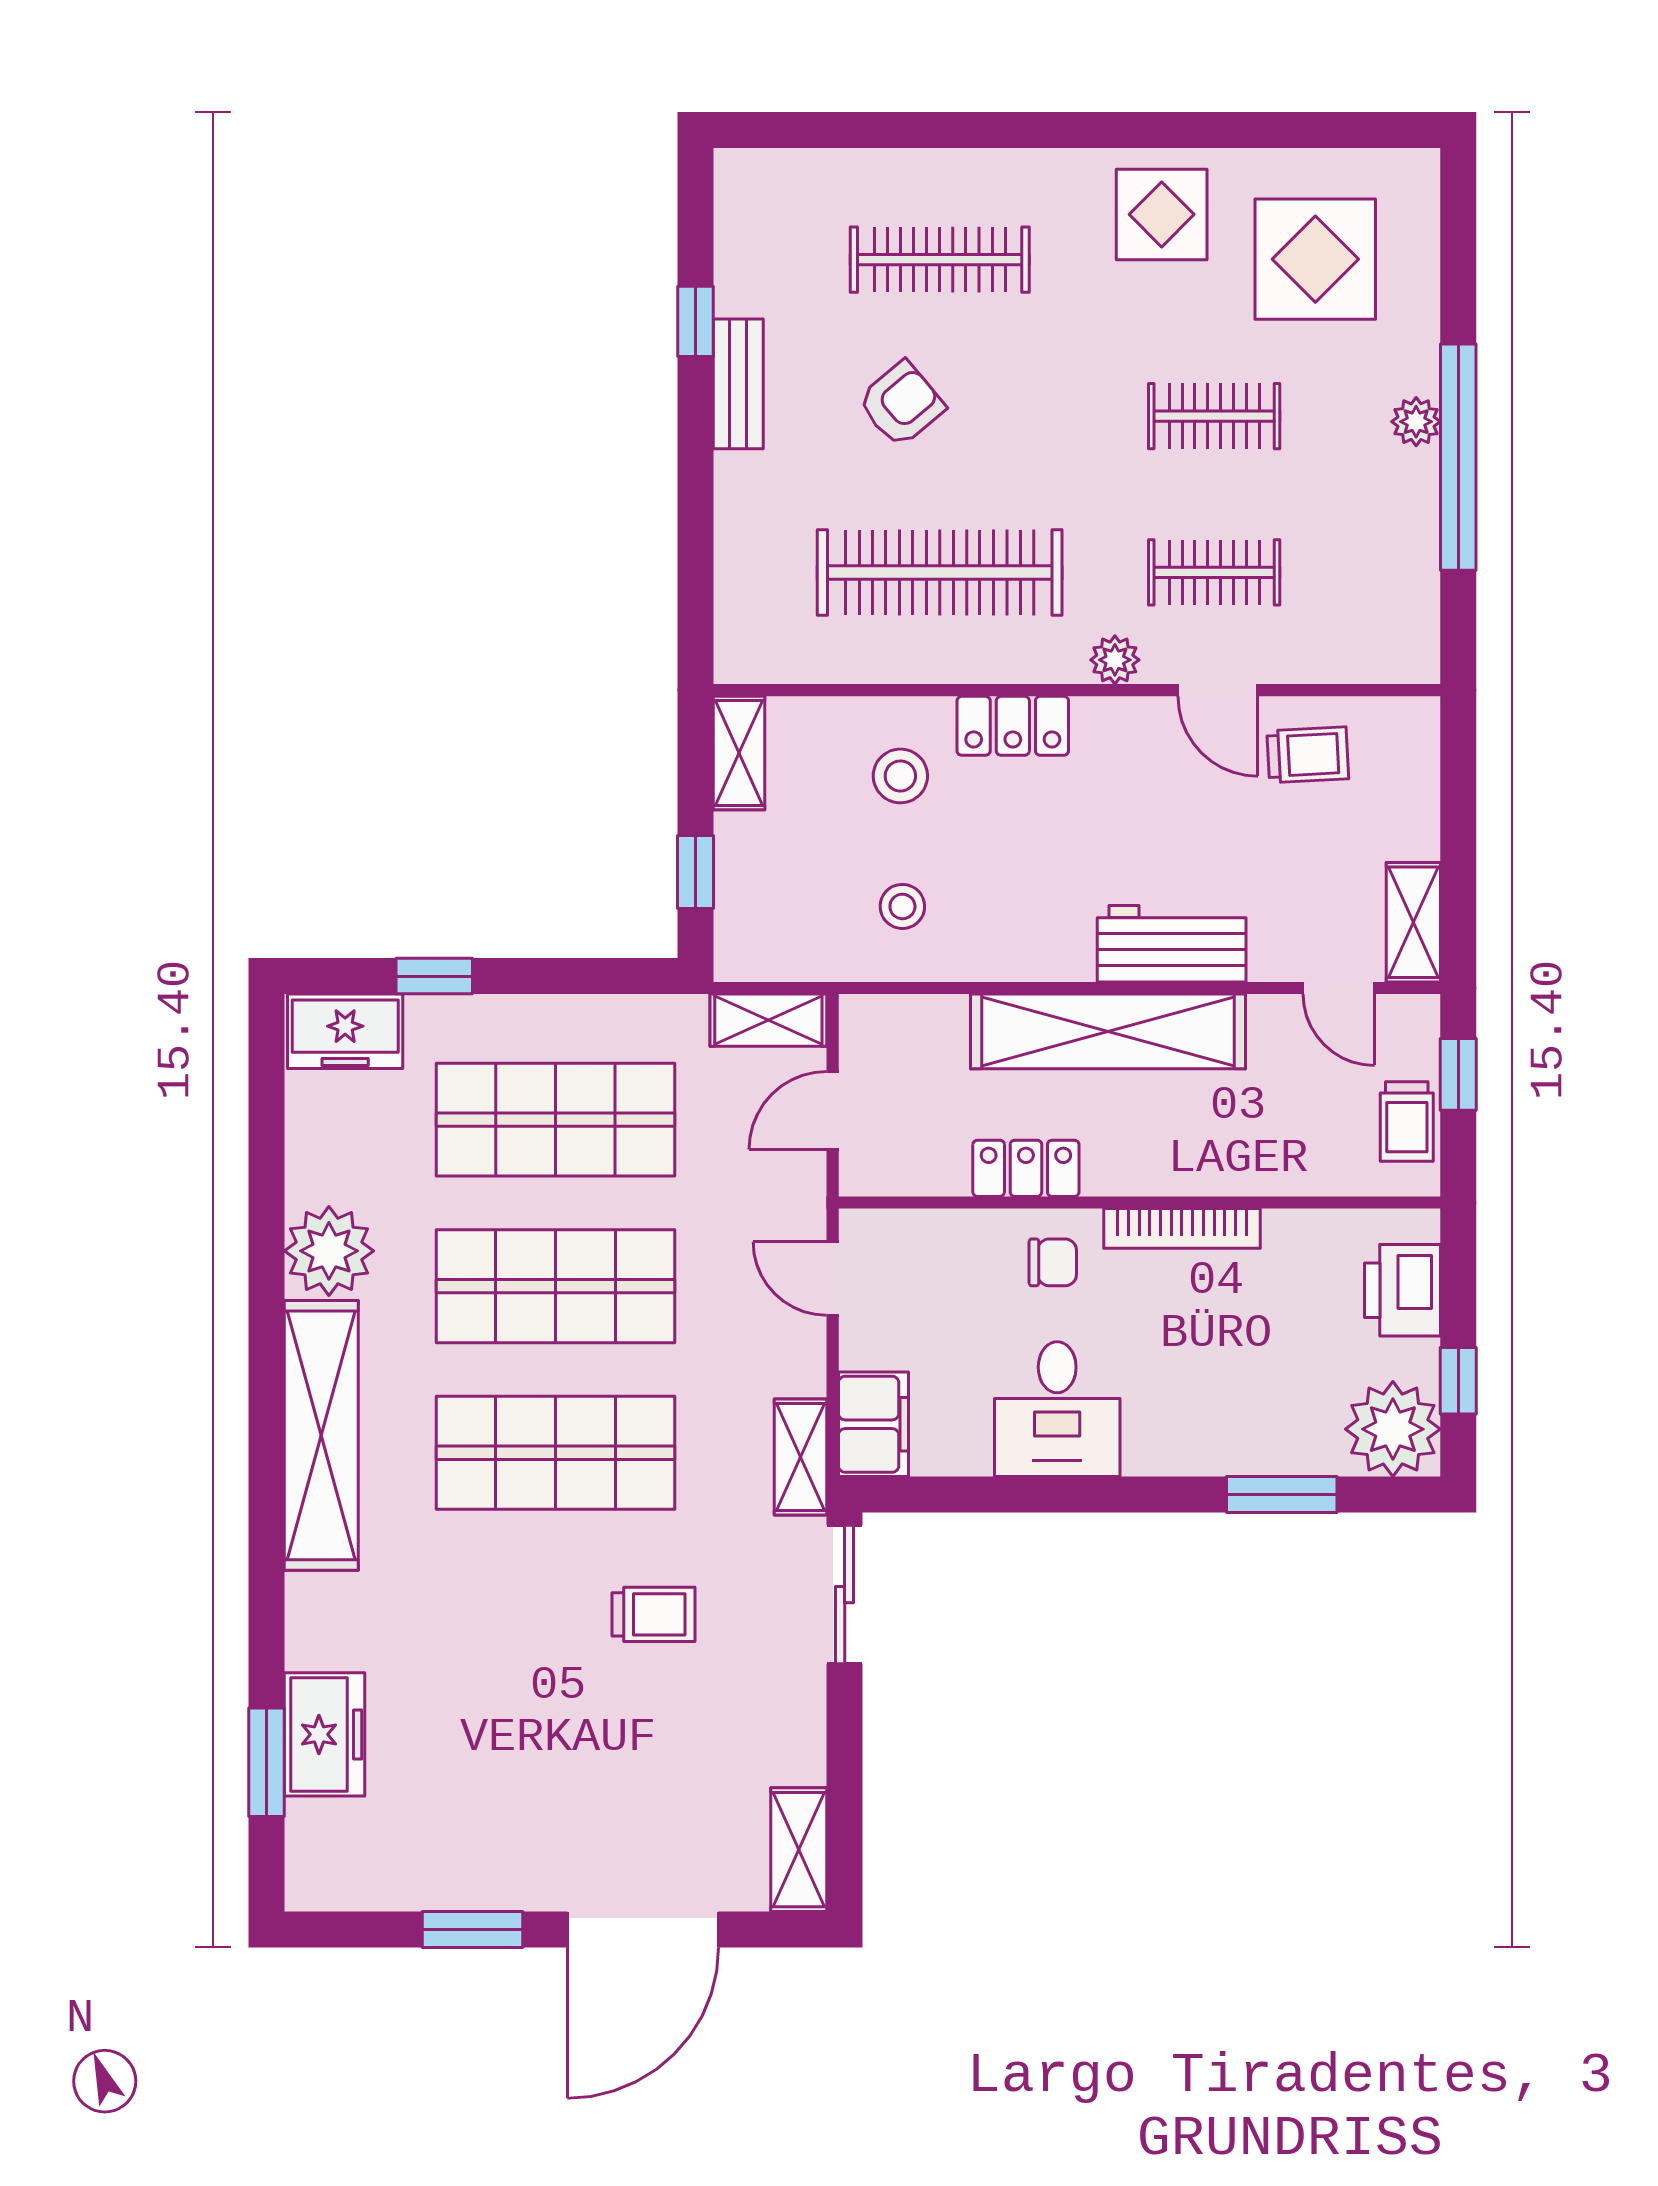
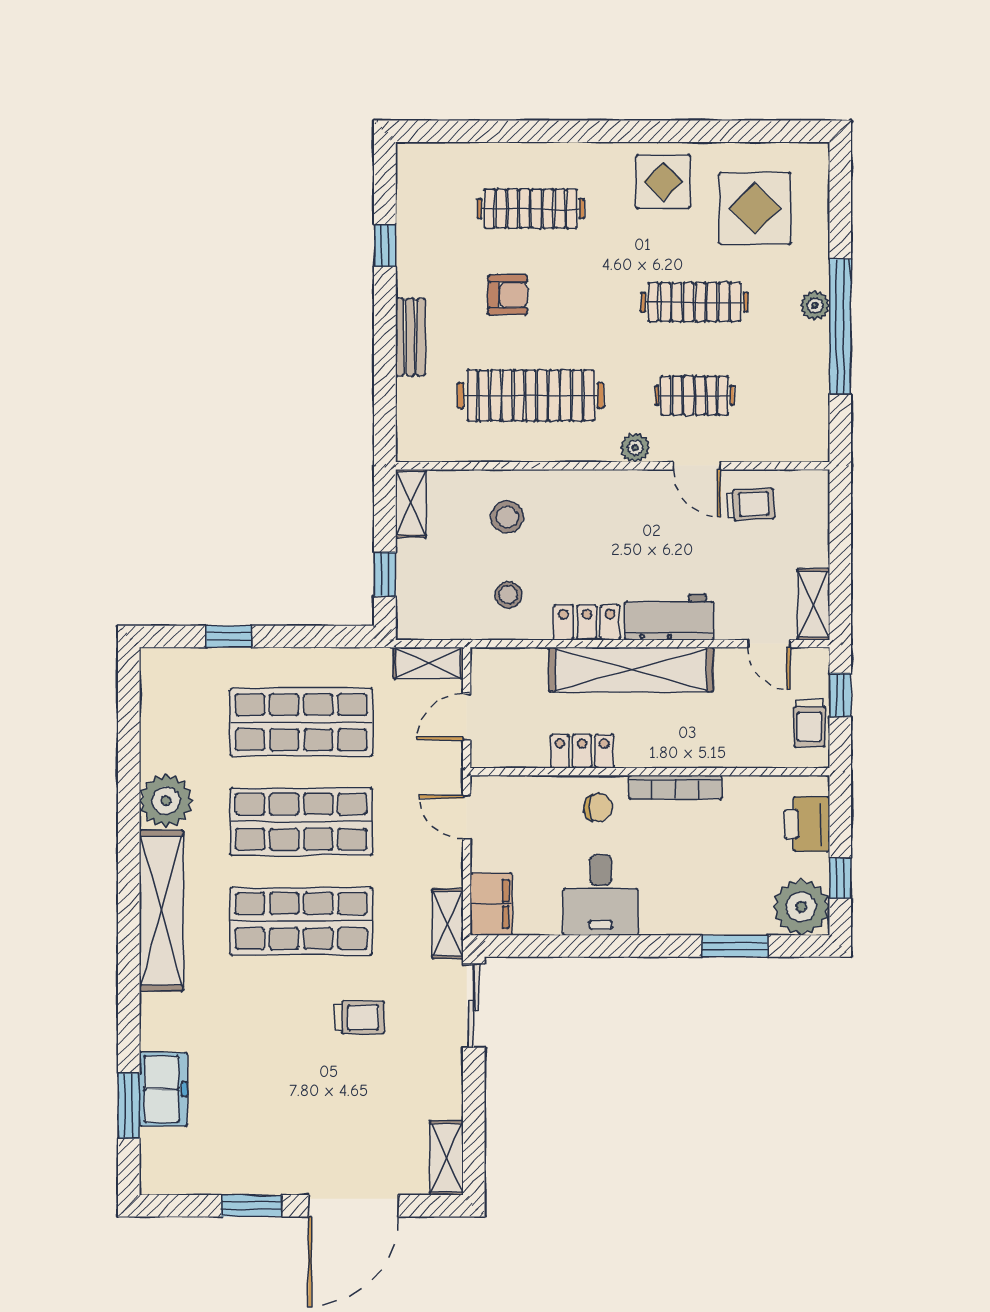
bench: (738, 384) -> (410, 337), moved
armchair: (901, 404) -> (508, 295), turned 40
clothes rail: (1214, 416) -> (695, 302), width x1.36
locker: (1013, 726) -> (587, 622), moved, turned 180
freezer: (345, 1031) -> (176, 669), removed

